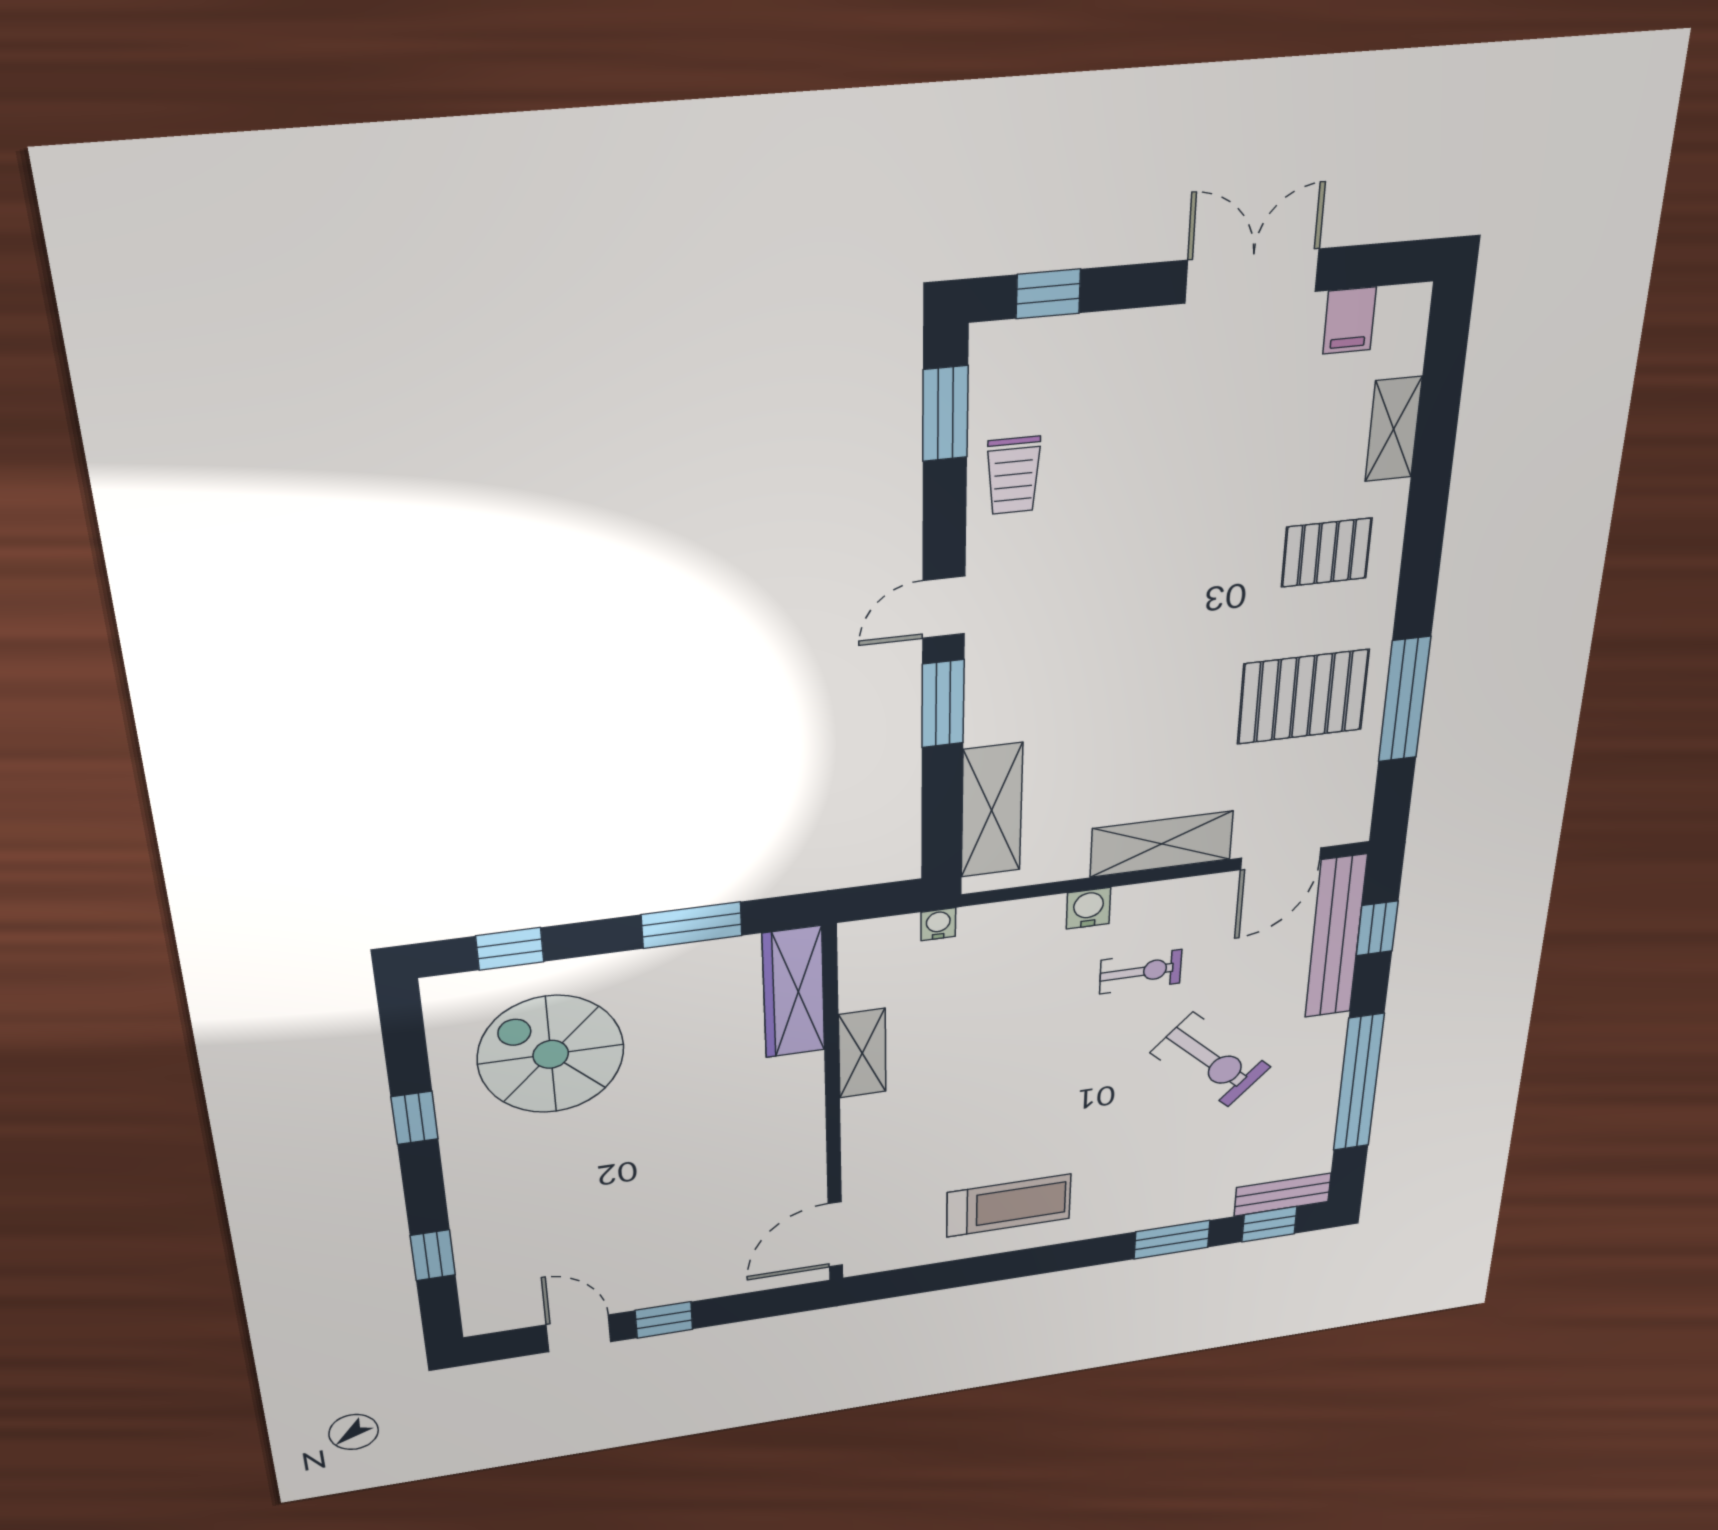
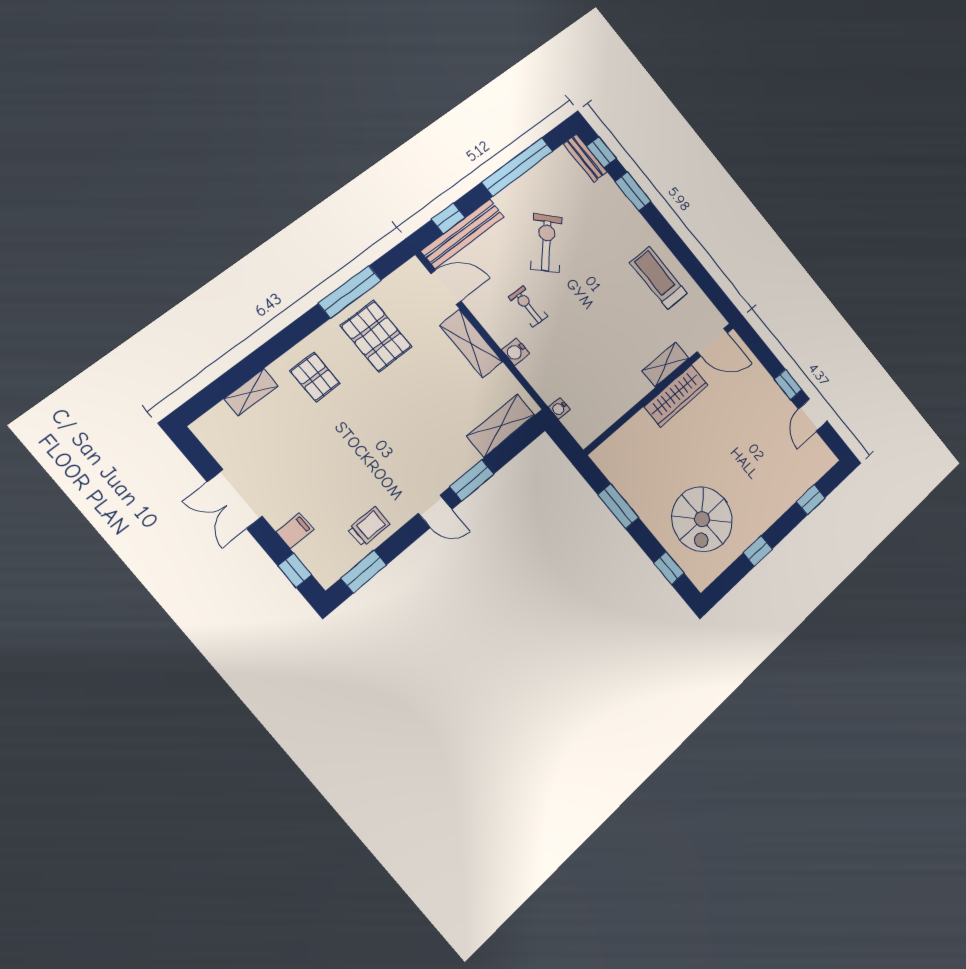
filing cabinet: (1350, 320) -> (295, 531), moved
wardrobe: (794, 992) -> (676, 396), moved
shelving: (862, 1053) -> (665, 364), moved

